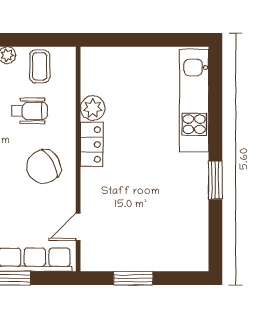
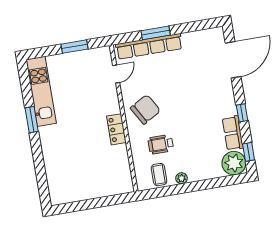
kitchen unit: (194, 101) -> (41, 91), moved
plant: (93, 108) -> (120, 153), removed

